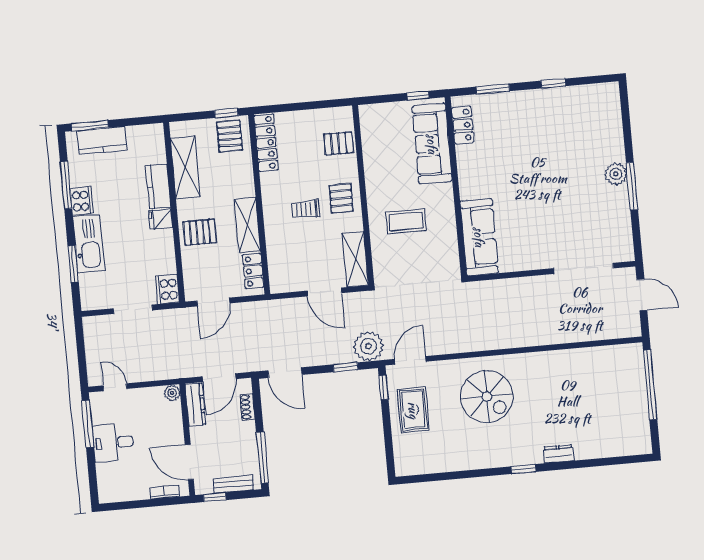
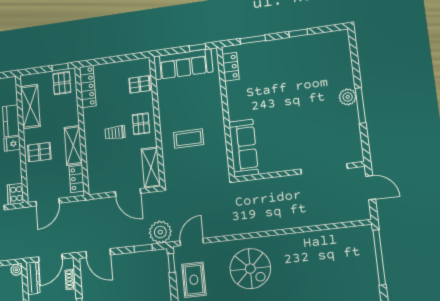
sofa: (432, 144) -> (183, 64), moved, turned -90

